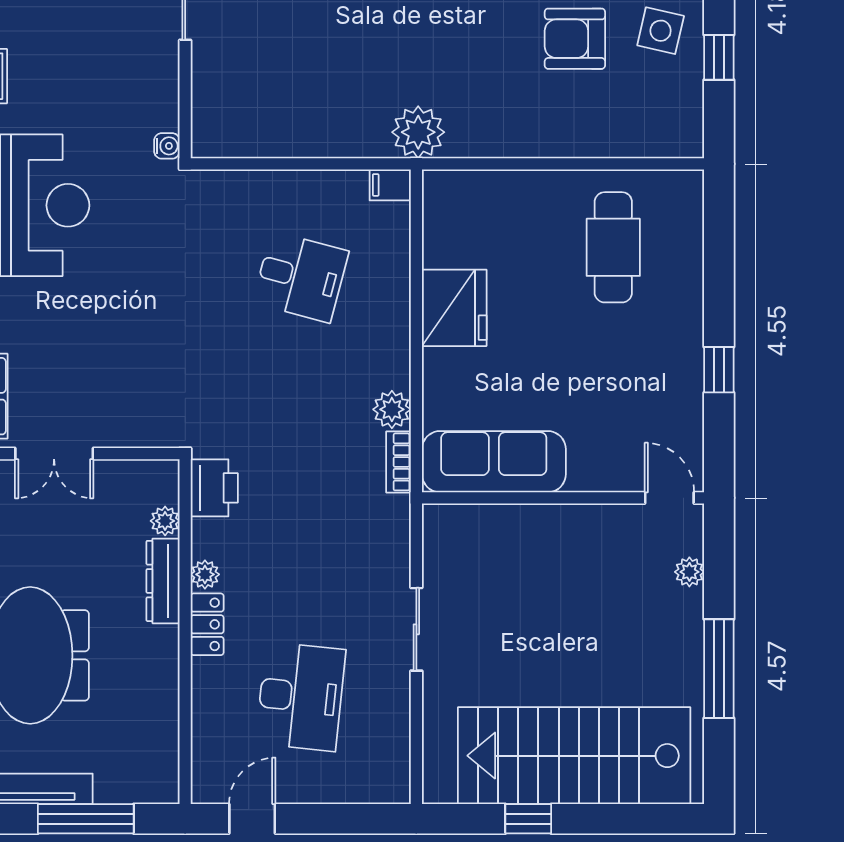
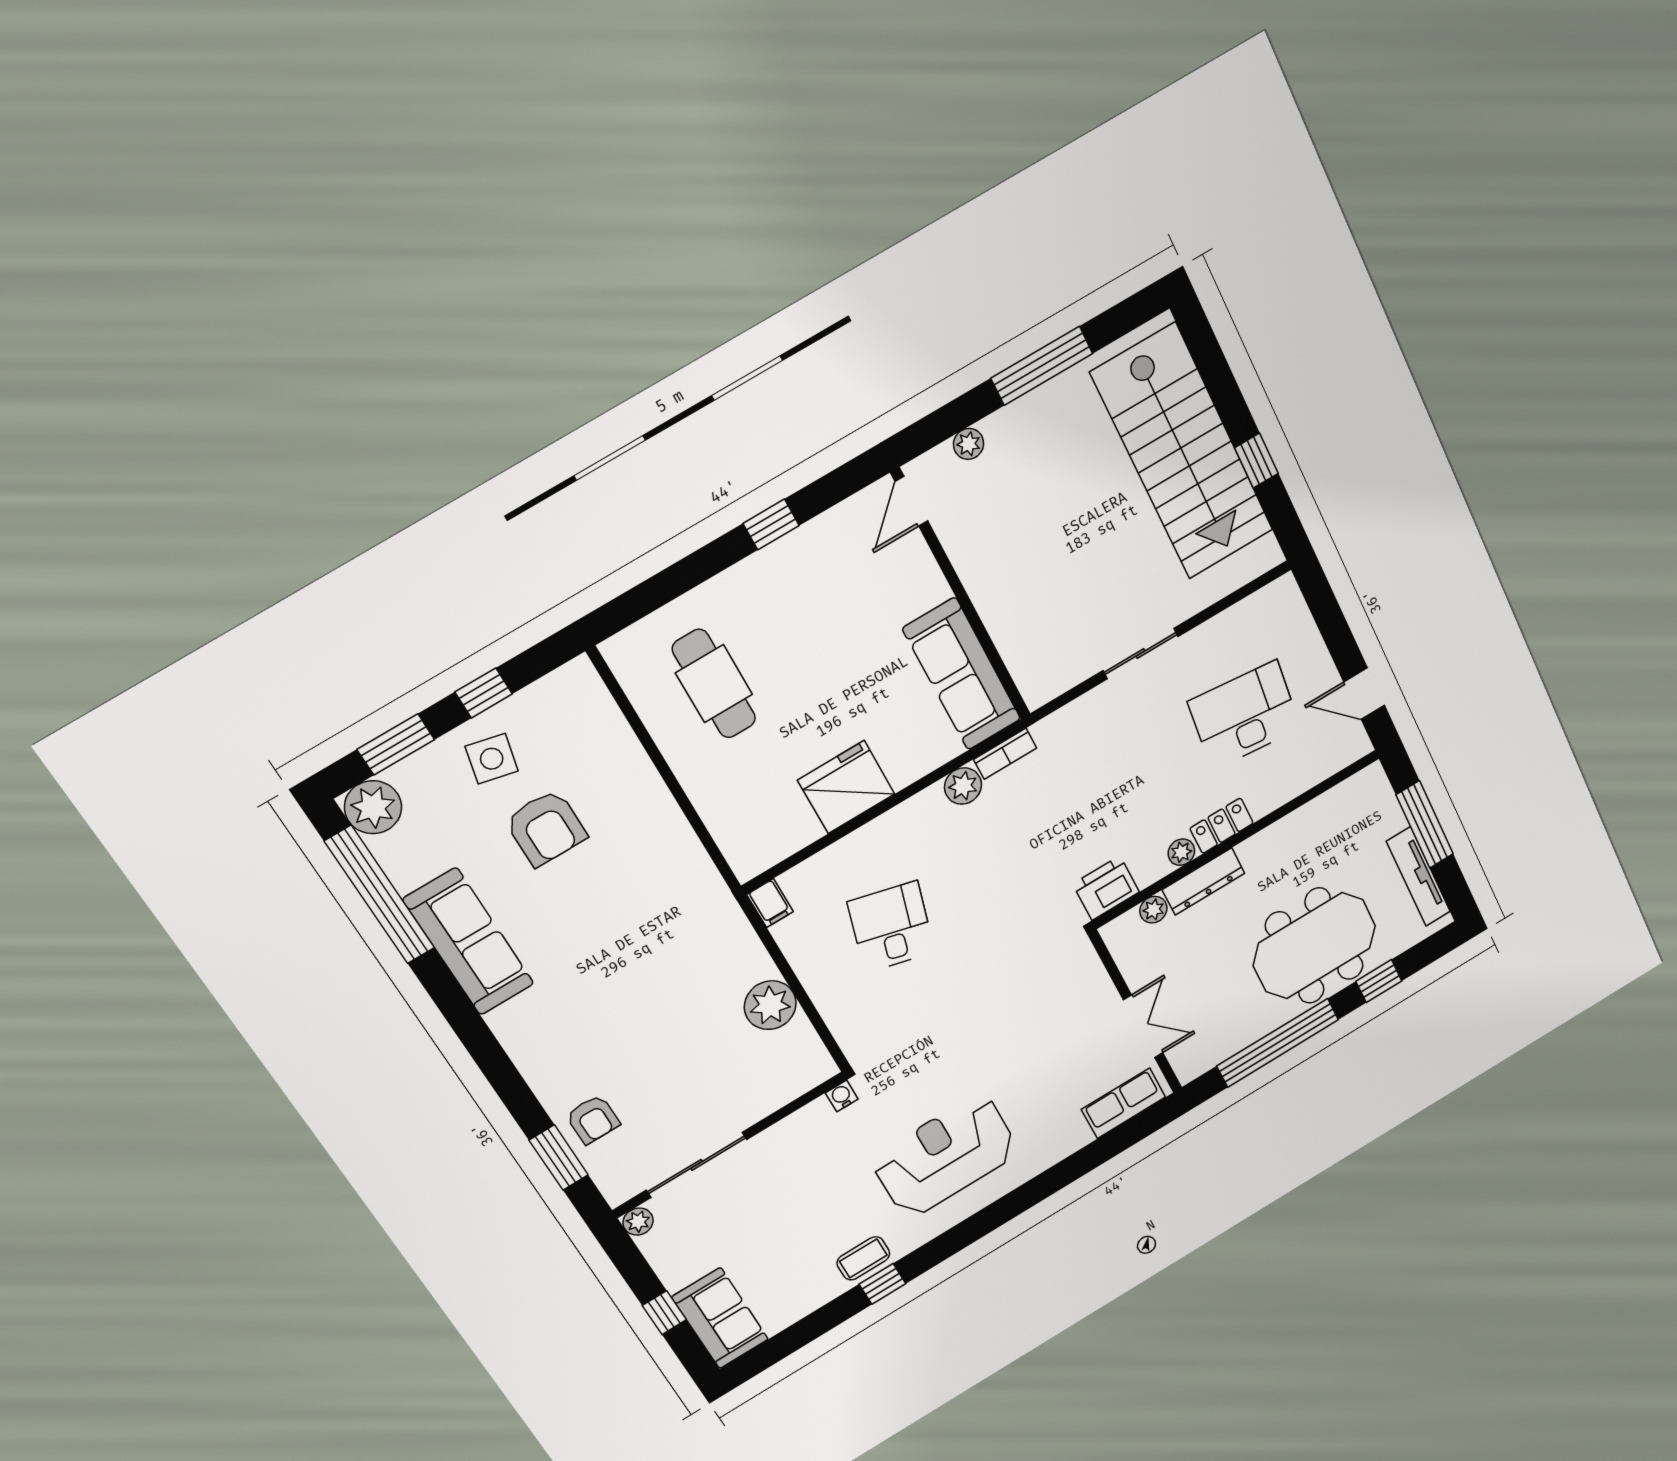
plant: (418, 132) -> (770, 1005), moved
cafe table: (613, 247) -> (714, 684), turned 90

